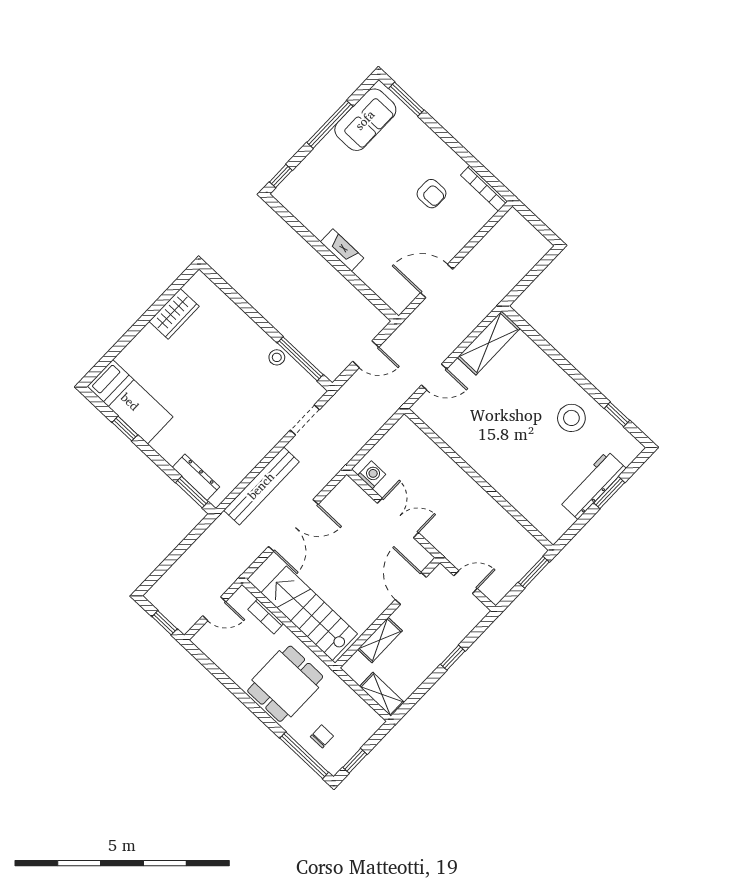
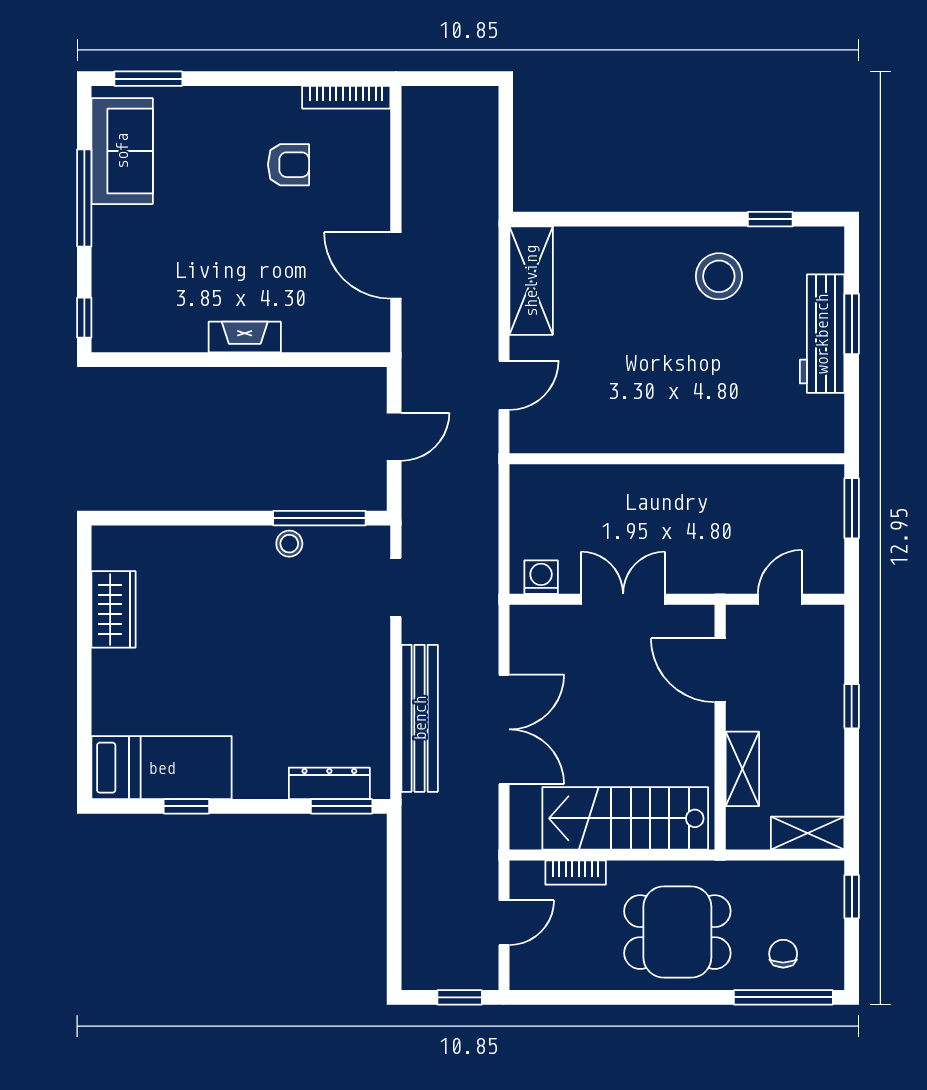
door: (437, 281) -> (396, 265), hinge flipped
dining table: (285, 684) -> (677, 932), turned 90
window: (355, 761) -> (852, 897), moved

